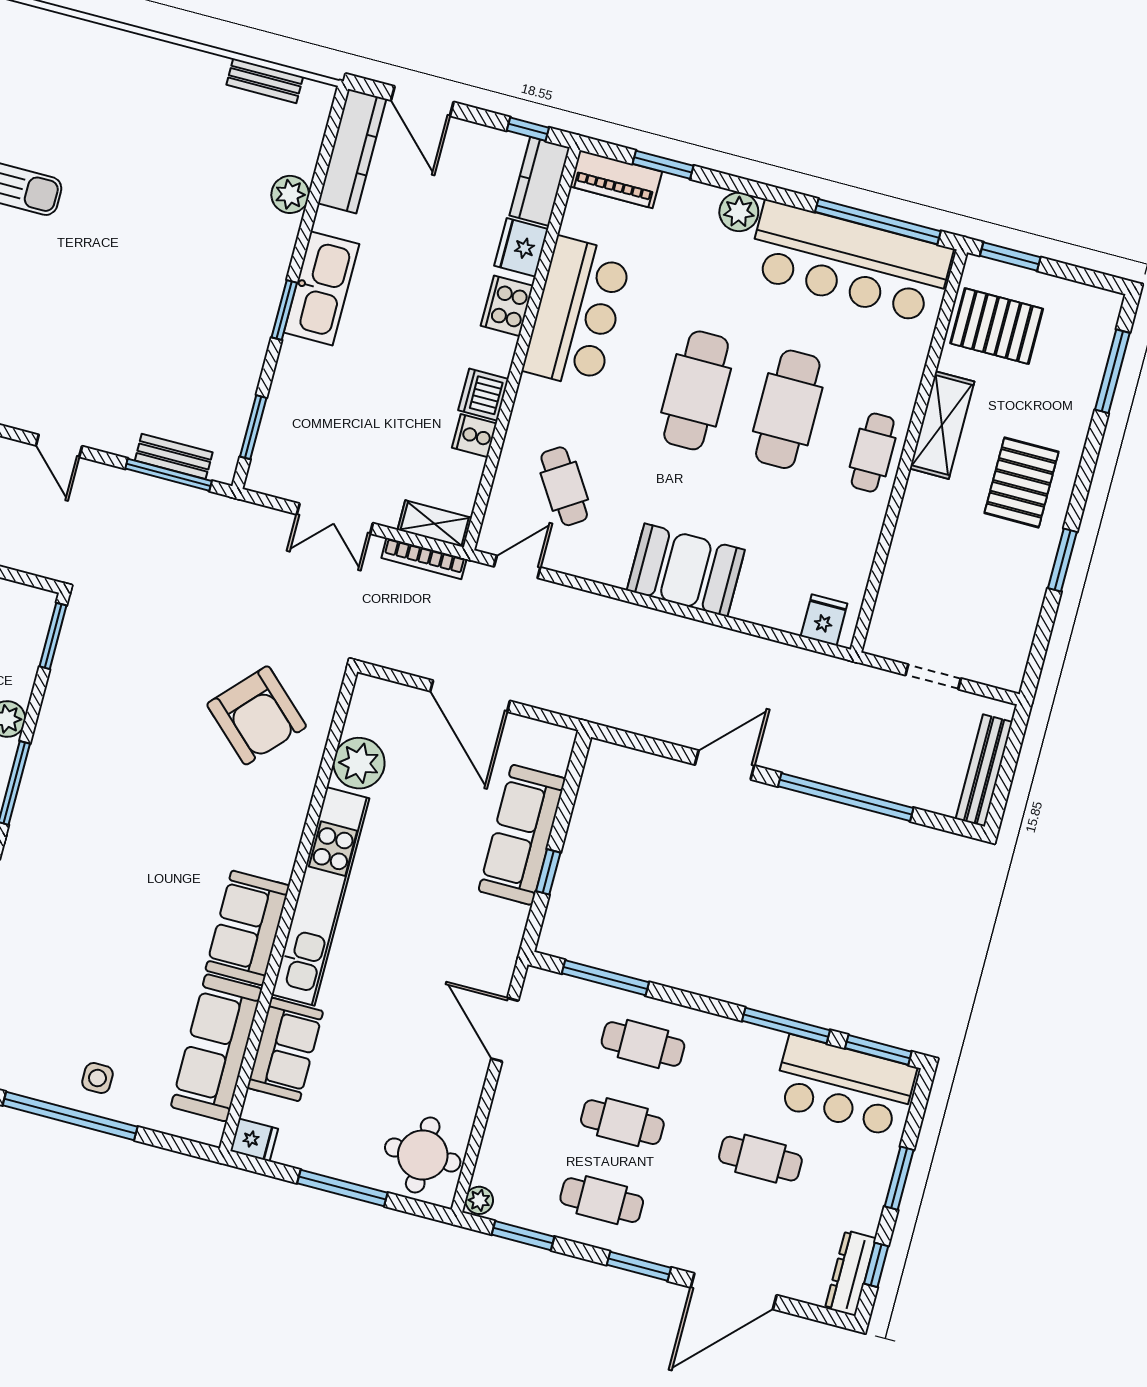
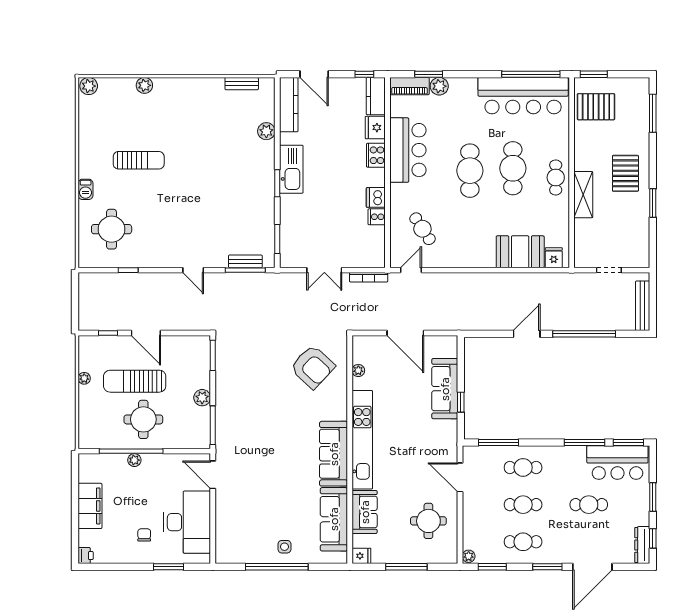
plant: (59, 30) -> (144, 85), added
plant: (739, 212) -> (439, 86), moved
shelving: (942, 425) -> (583, 195), moved
shelving: (435, 524) -> (369, 261), removed
booth: (686, 570) -> (520, 252), moved
plant: (359, 763) -> (358, 370), width x0.53, depth x0.53
sofa: (247, 928) -> (334, 454), width x1.36
round table: (423, 1155) -> (428, 521), moved

